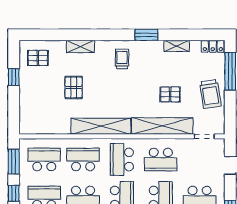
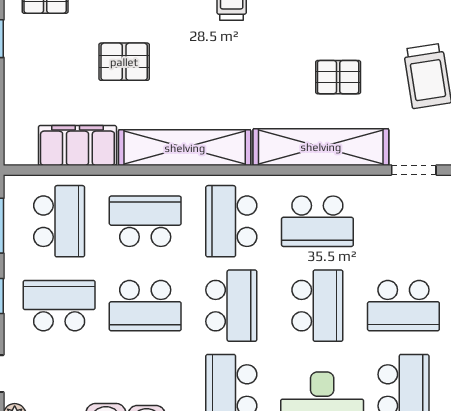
pallet: (74, 87) -> (124, 62), turned 90
filing cabinet: (52, 125) -> (77, 145), added
school desk: (44, 159) -> (59, 221), turned 90

